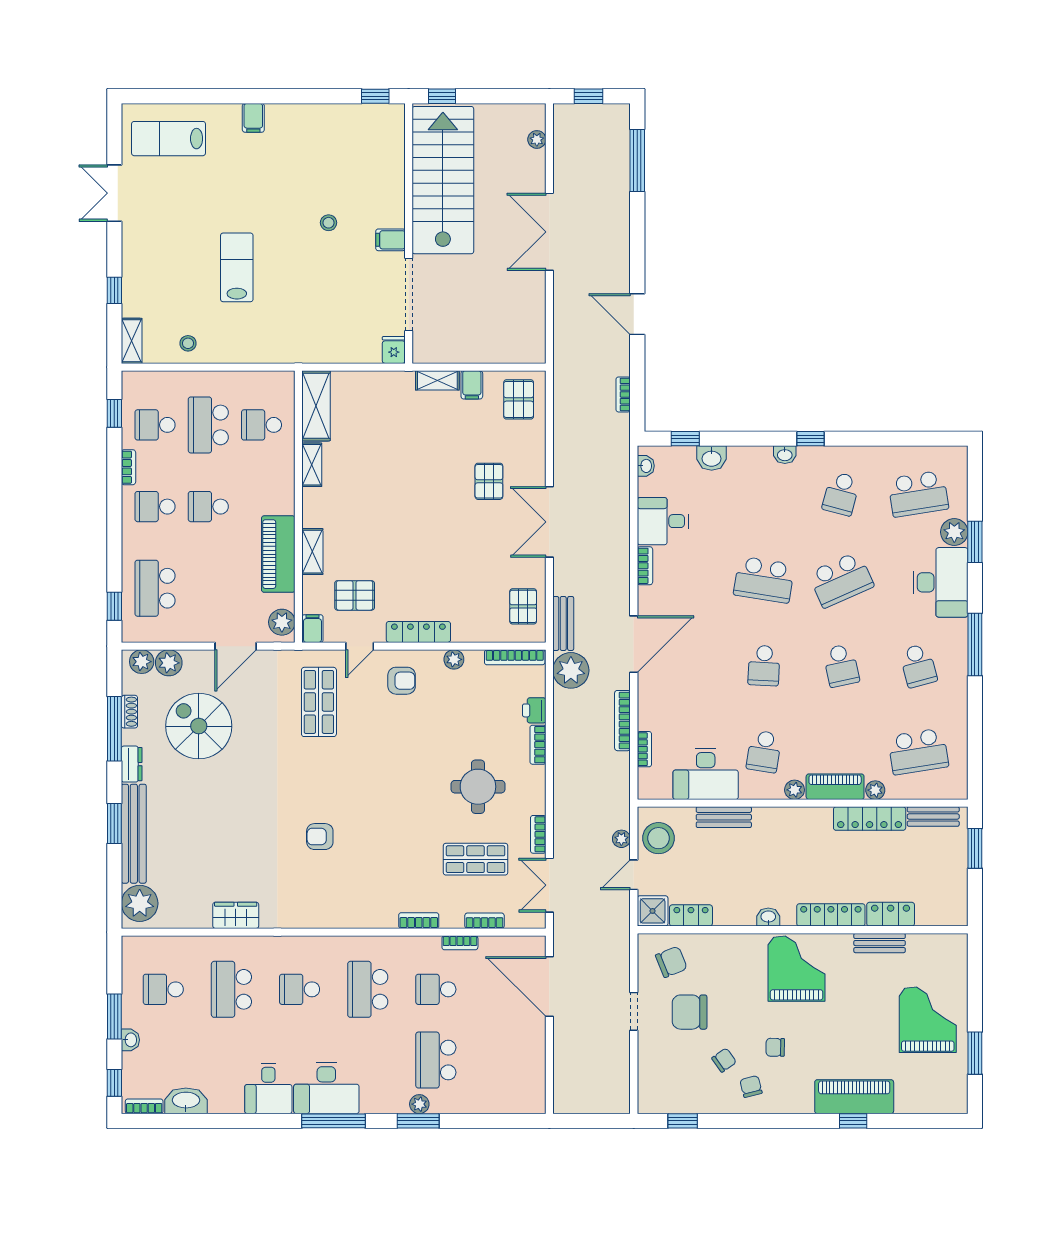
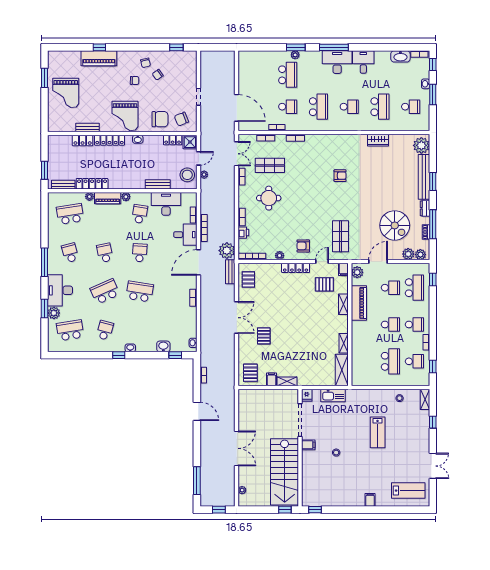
kitchen sink: (336, 349) -> (333, 395), added
school desk: (261, 425) -> (390, 288), moved
desk: (663, 521) -> (185, 235), moved
chair: (690, 1012) -> (160, 119), moved

